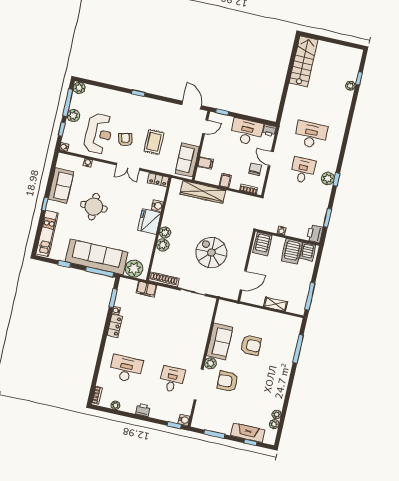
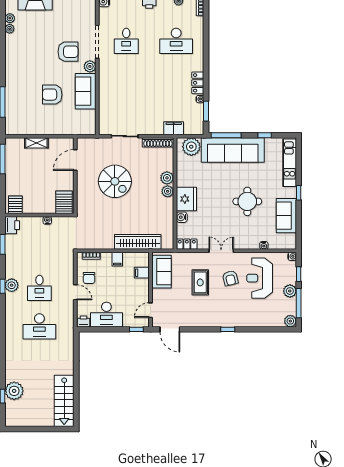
plant: (350, 86) -> (14, 391), width x1.88, depth x1.88
server rack: (292, 251) -> (32, 201), removed

